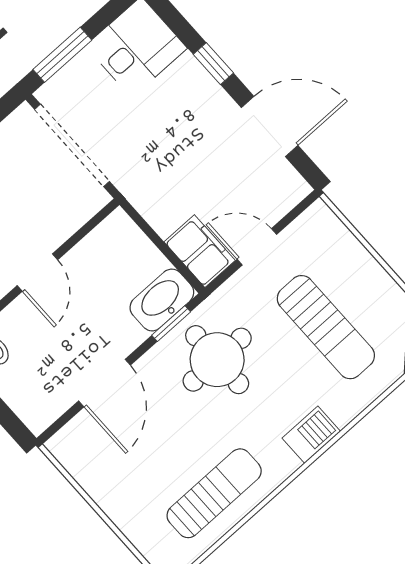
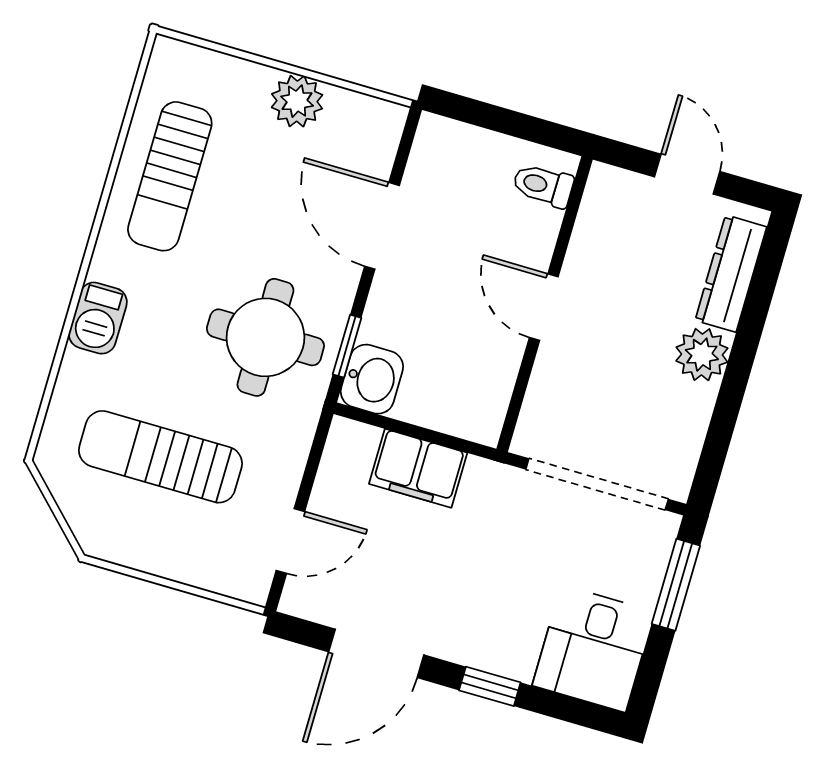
door: (257, 247) -> (290, 541), moved
filing cabinet: (200, 251) -> (418, 468), moved
washbasin: (162, 300) -> (372, 379), width x0.72
plant: (109, 491) -> (297, 101), added

